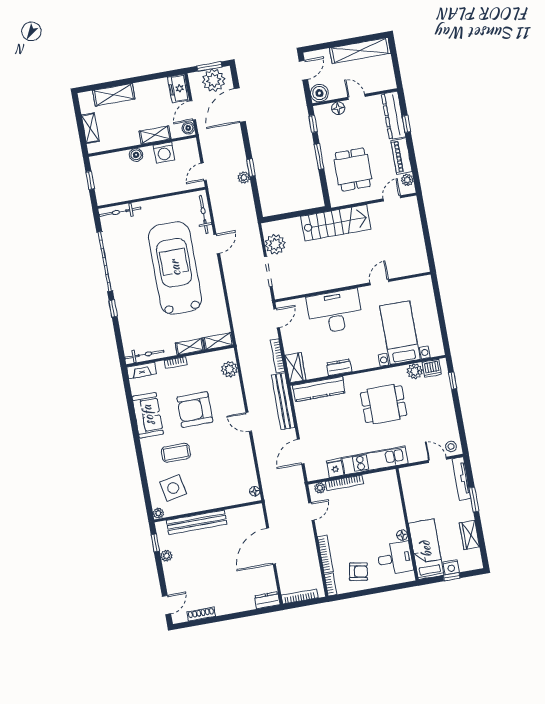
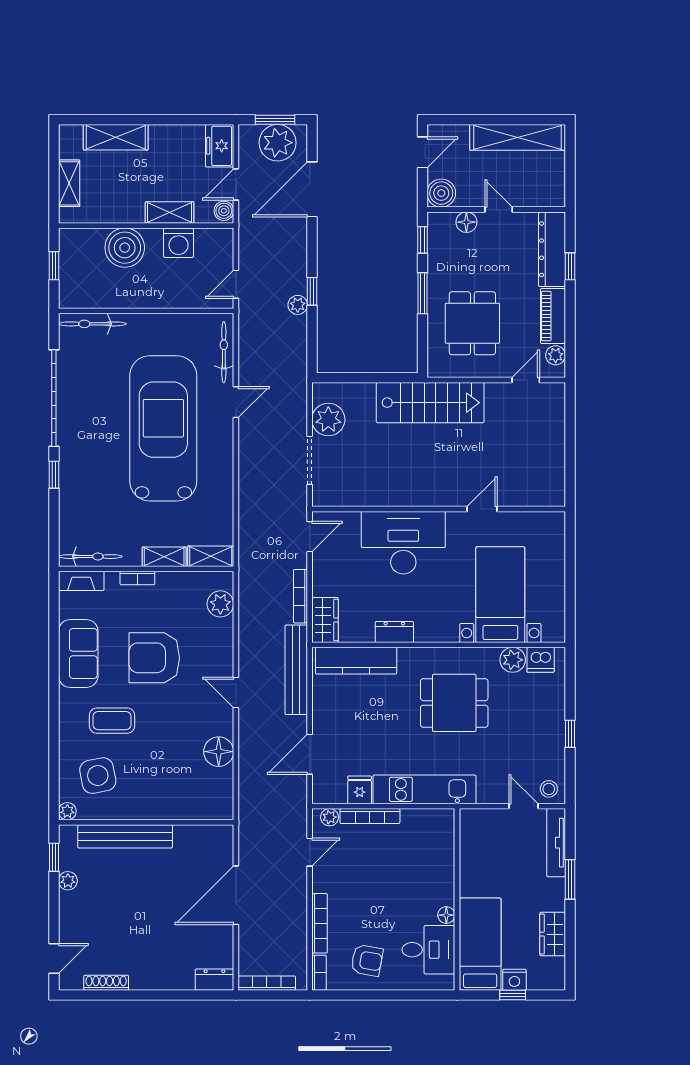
boiler: (136, 155) -> (125, 248), width x1.86, depth x1.86
window: (453, 381) -> (570, 734), moved
floor lamp: (255, 491) -> (219, 752), moved, width x1.89, depth x1.89

